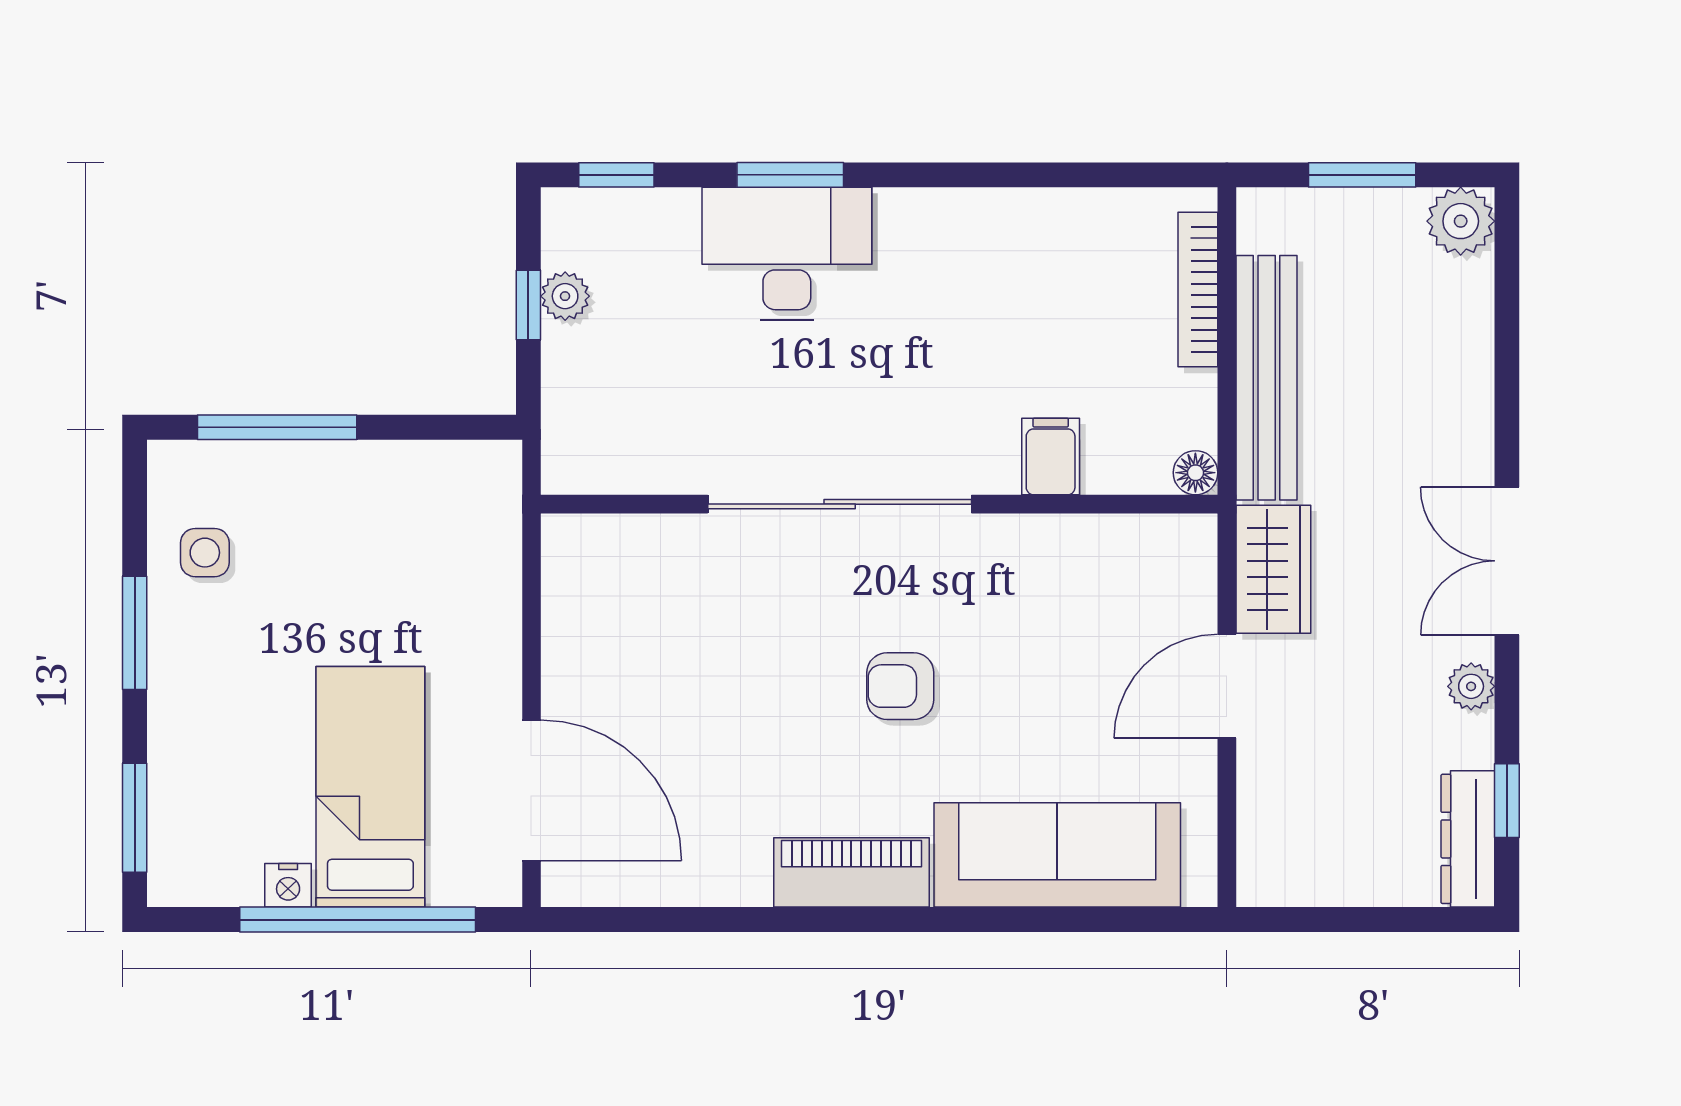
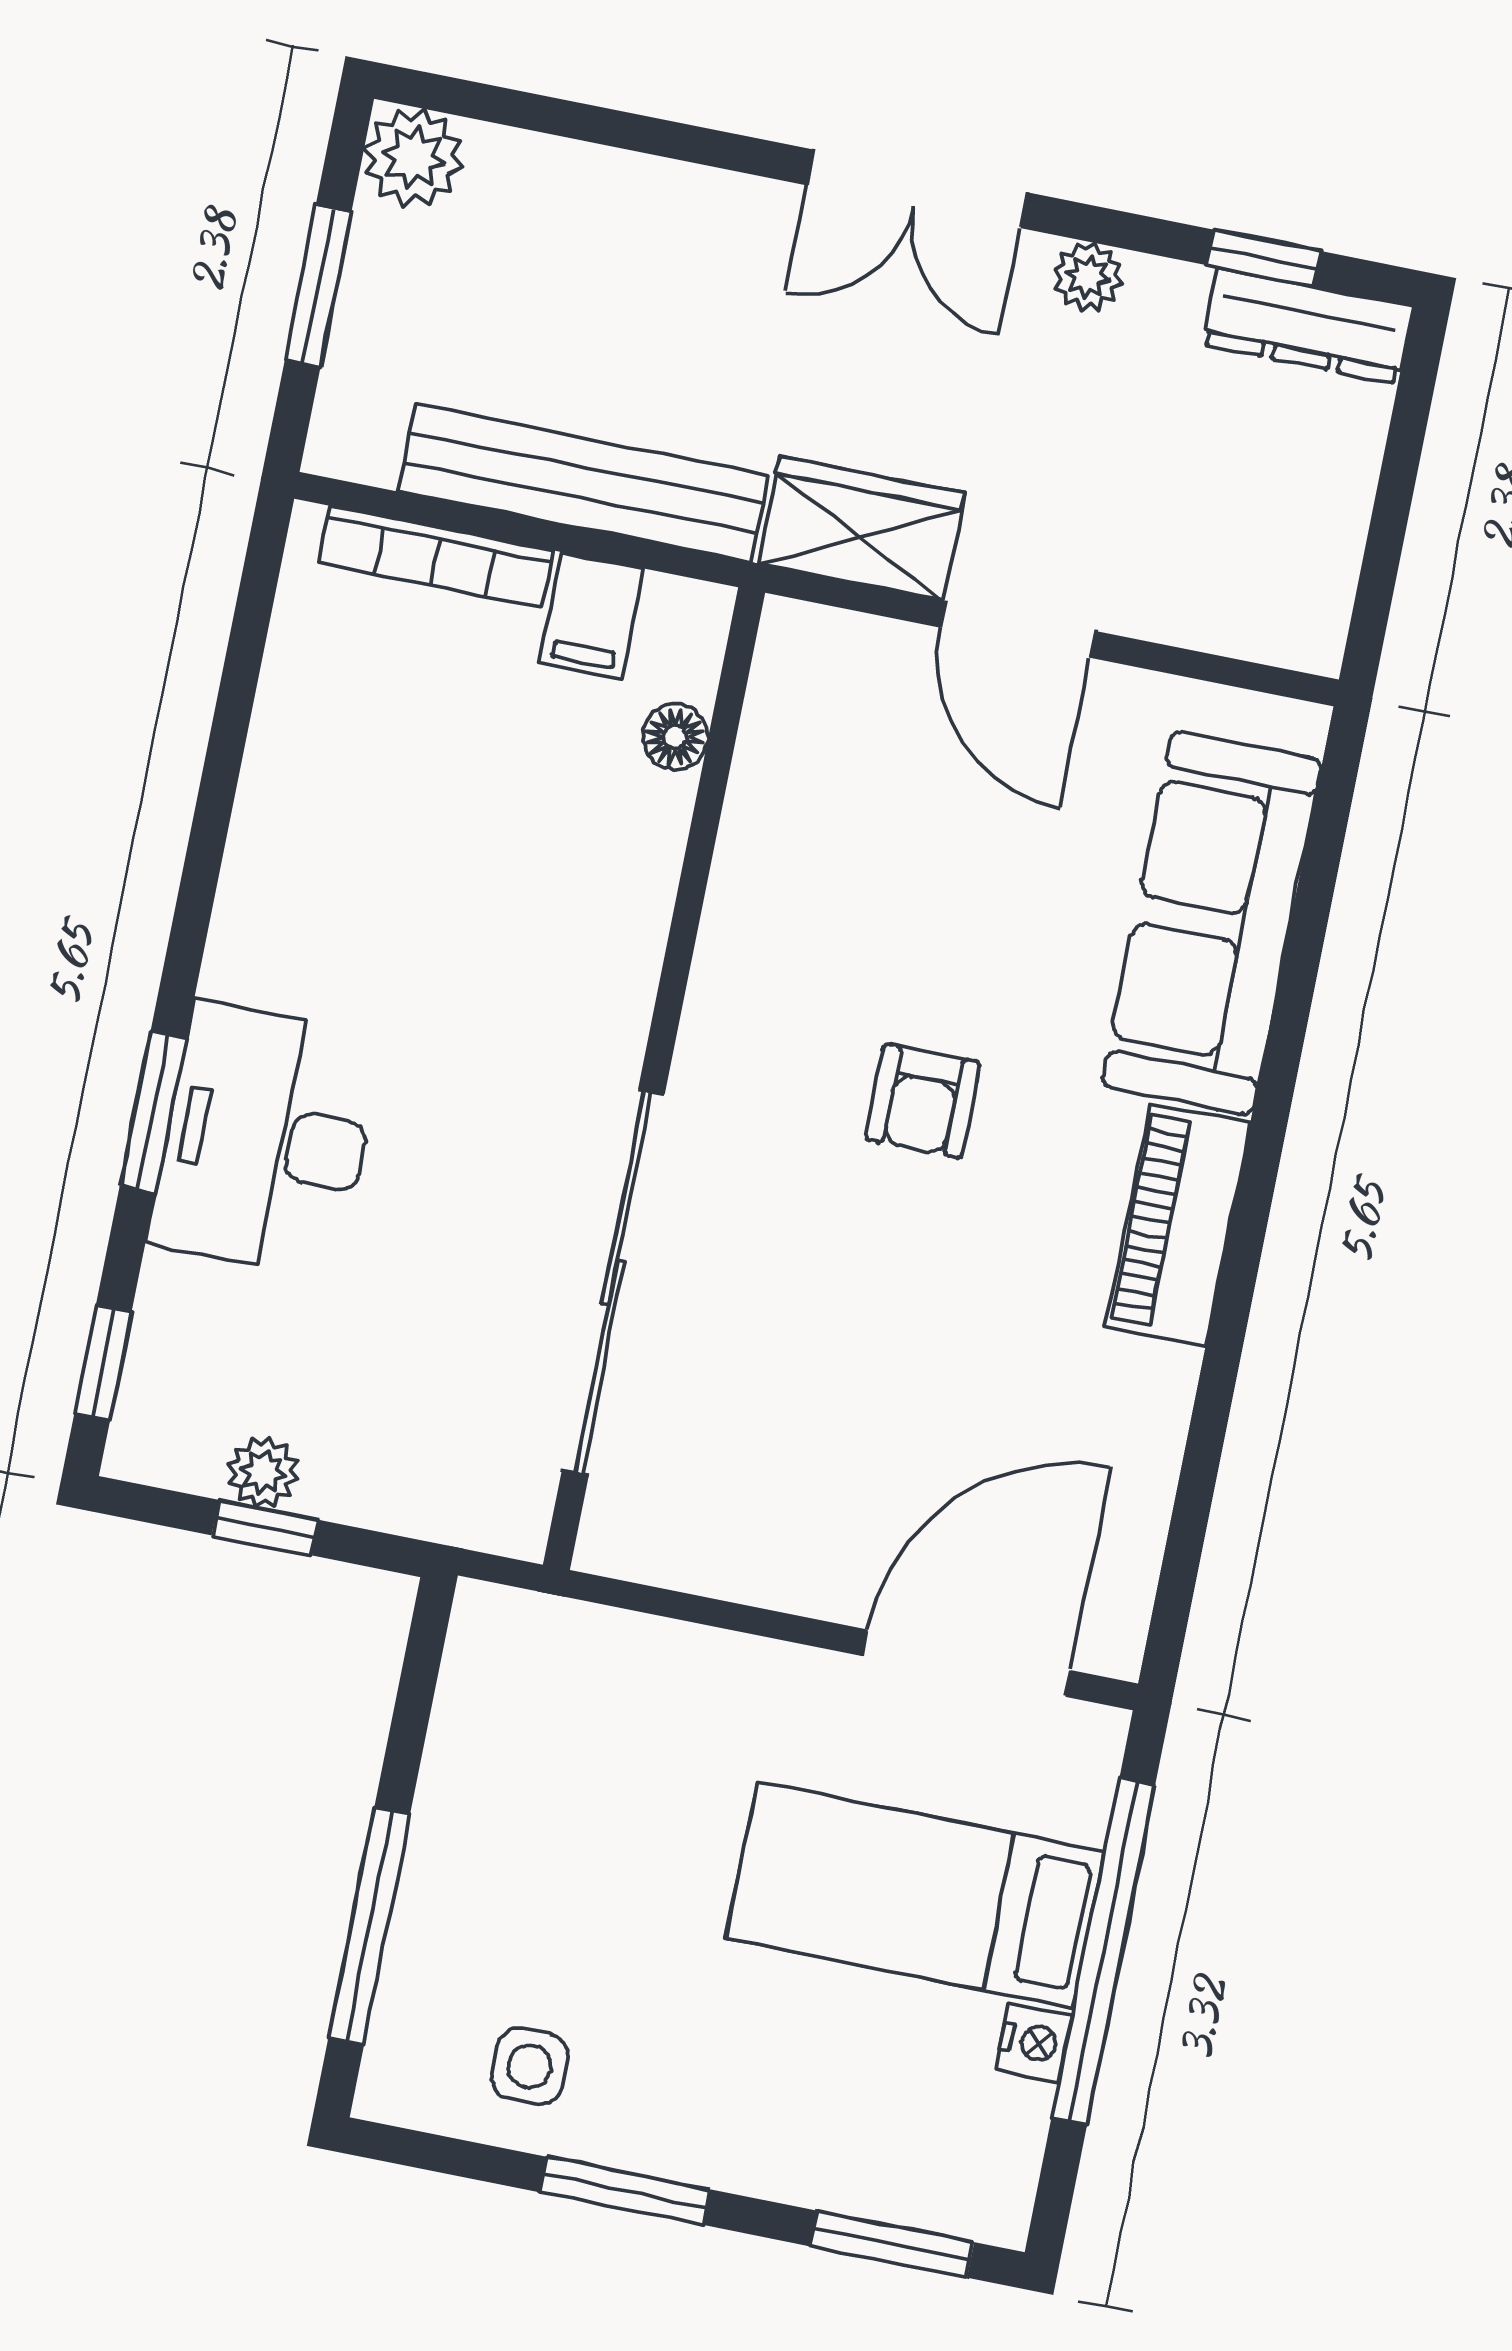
filing cabinet: (1051, 456) -> (591, 616), moved, turned -90
floor lamp: (1195, 473) -> (675, 737), moved
sliding door: (840, 504) -> (613, 1282), moved

